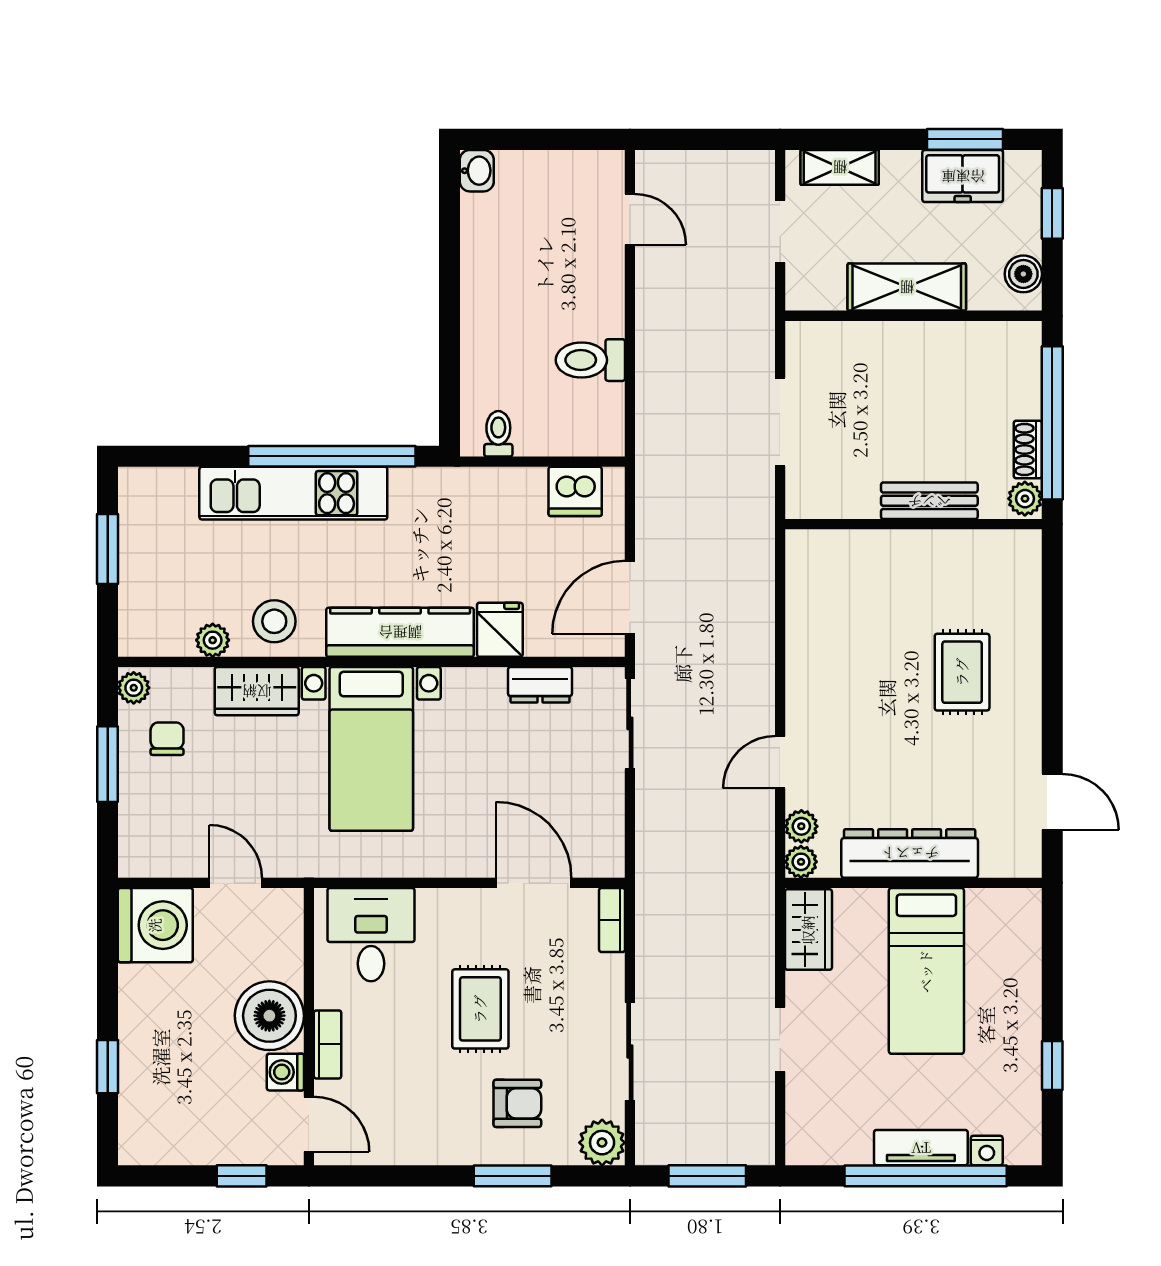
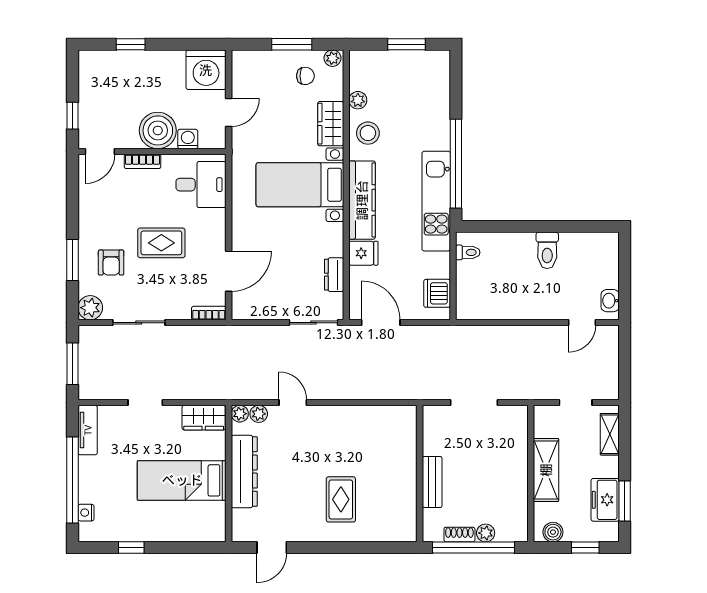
washbasin: (477, 171) -> (610, 301), moved, turned 90
toilet: (590, 360) -> (547, 250), moved, turned 180
kitchen unit: (293, 493) -> (436, 201), moved
plant: (1025, 499) -> (486, 533), moved
rug: (962, 672) -> (341, 499), turned 90
washing machine: (285, 1072) -> (188, 139), moved
tv unit: (921, 1148) -> (88, 430), moved

